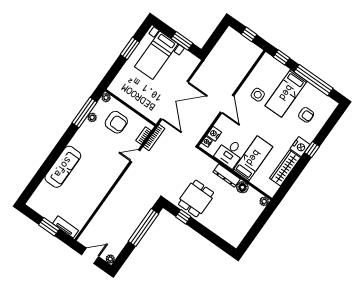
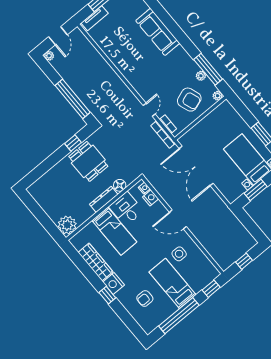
armchair: (116, 122) -> (189, 100), turned -110
floor lamp: (242, 187) -> (120, 185), moved
plant: (264, 201) -> (67, 225), width x1.88, depth x1.88

